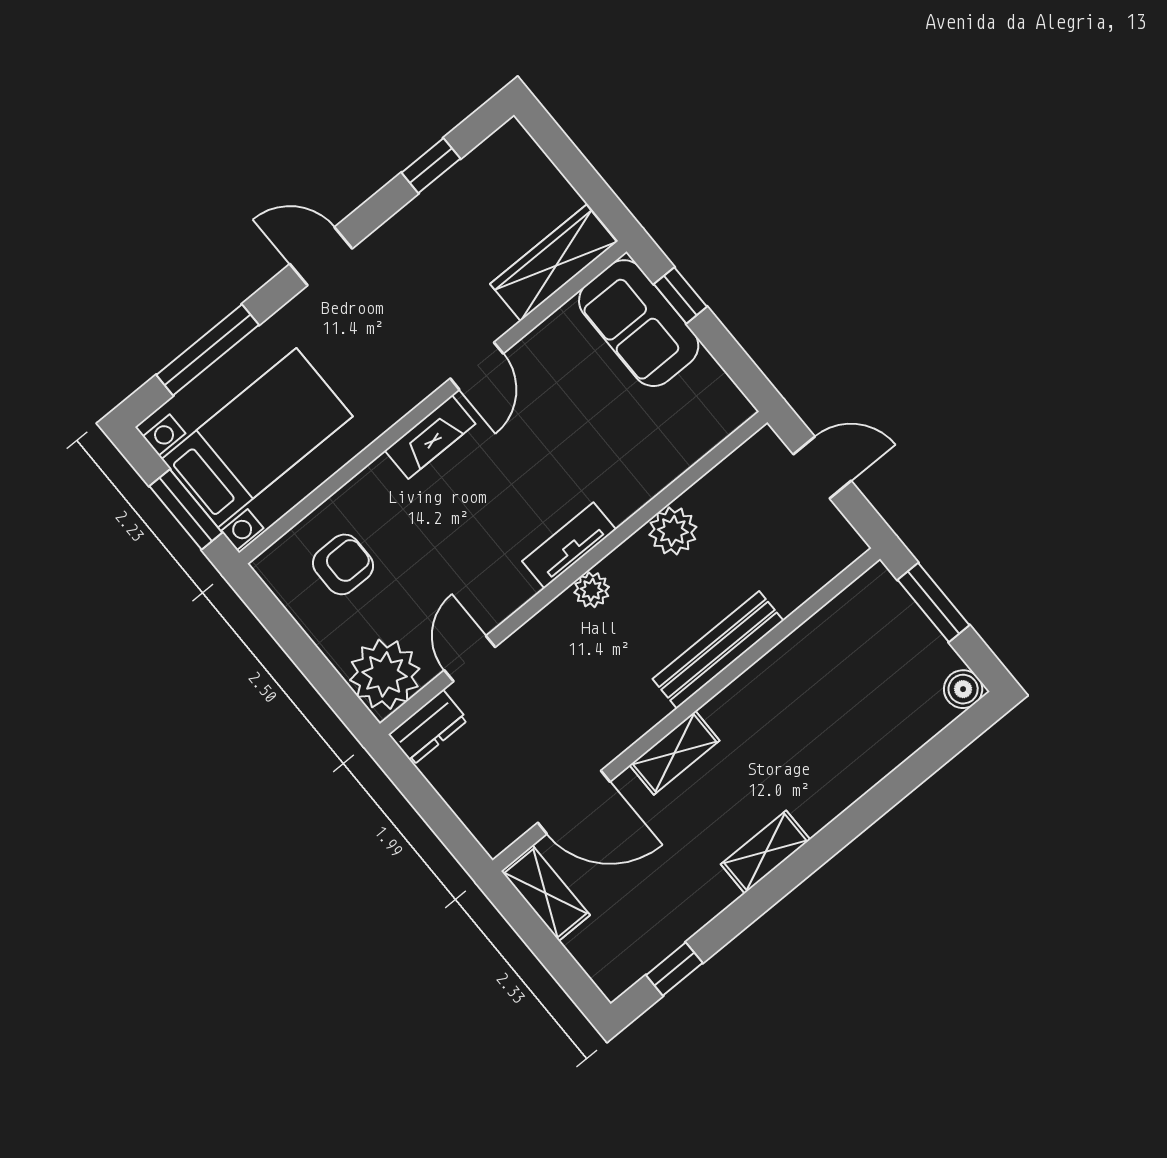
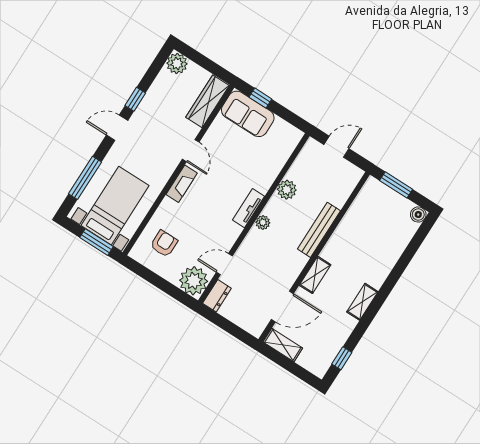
plant: (511, 151) -> (177, 63), added
window: (431, 166) -> (135, 99), moved
door: (470, 659) -> (224, 264), hinge flipped

